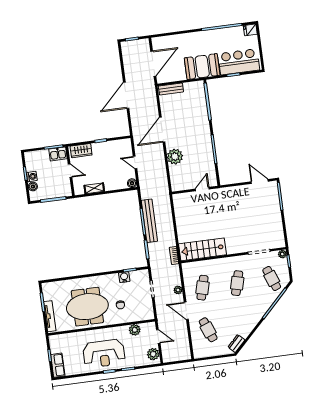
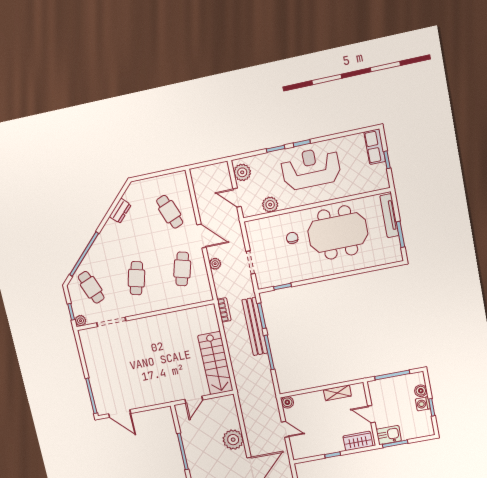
bench: (149, 221) -> (255, 326), moved
stairs: (203, 249) -> (215, 363), moved, turned 90
water cooler: (124, 277) -> (289, 276), removed
dresser: (236, 344) -> (120, 211), moved

